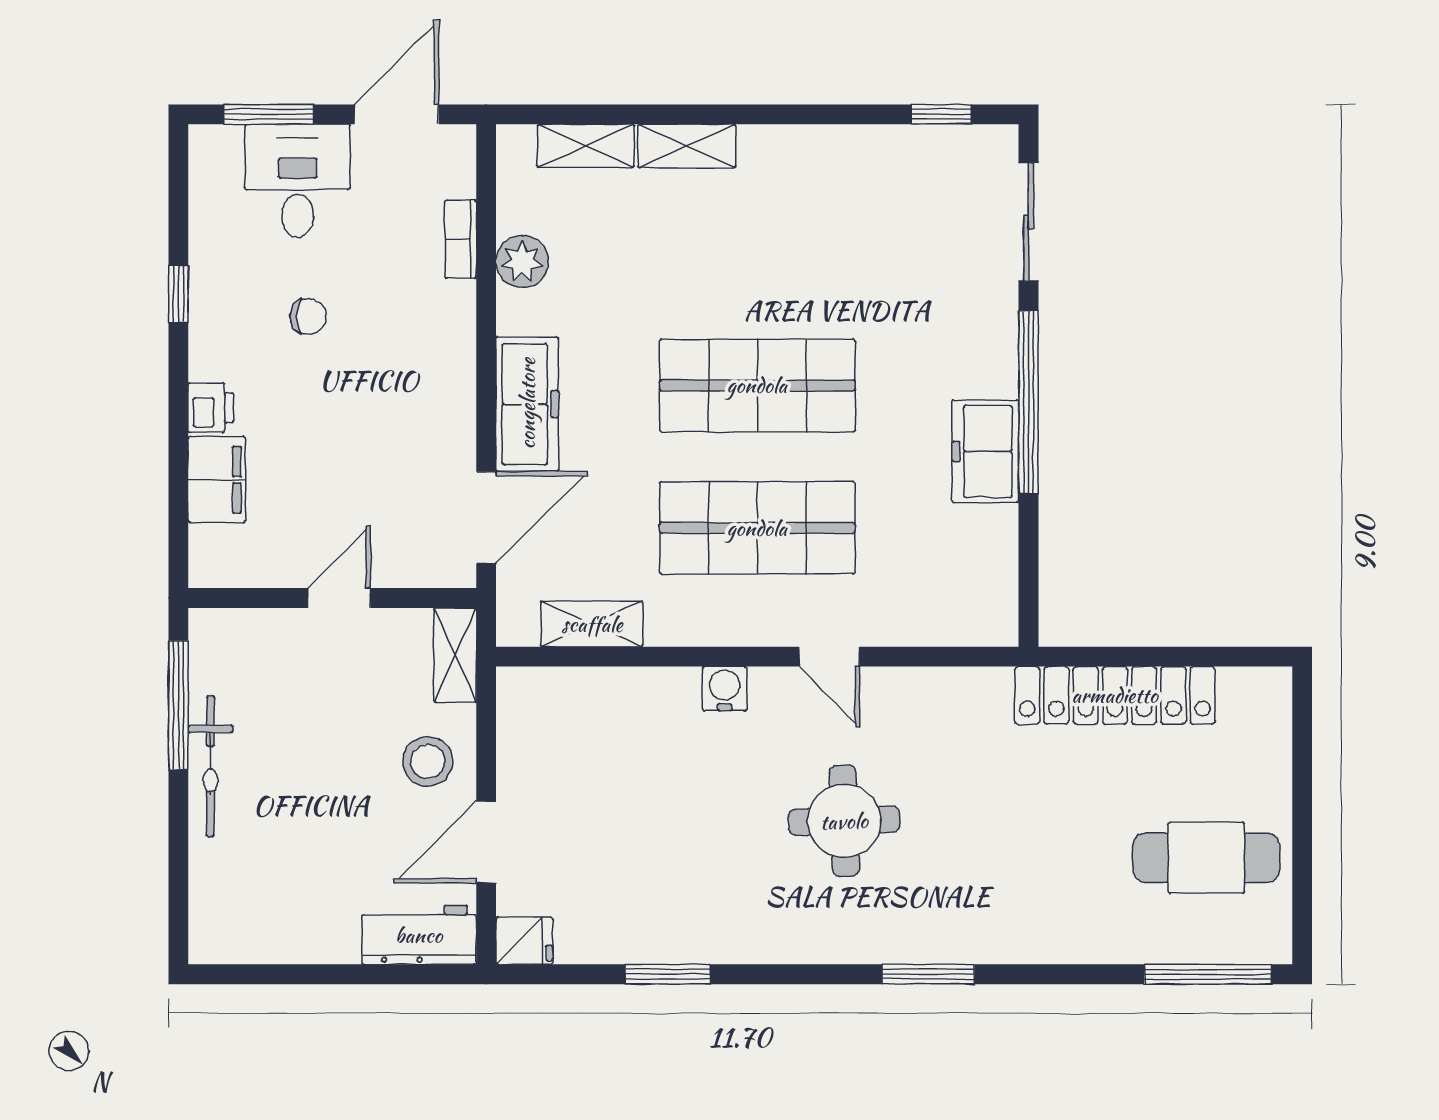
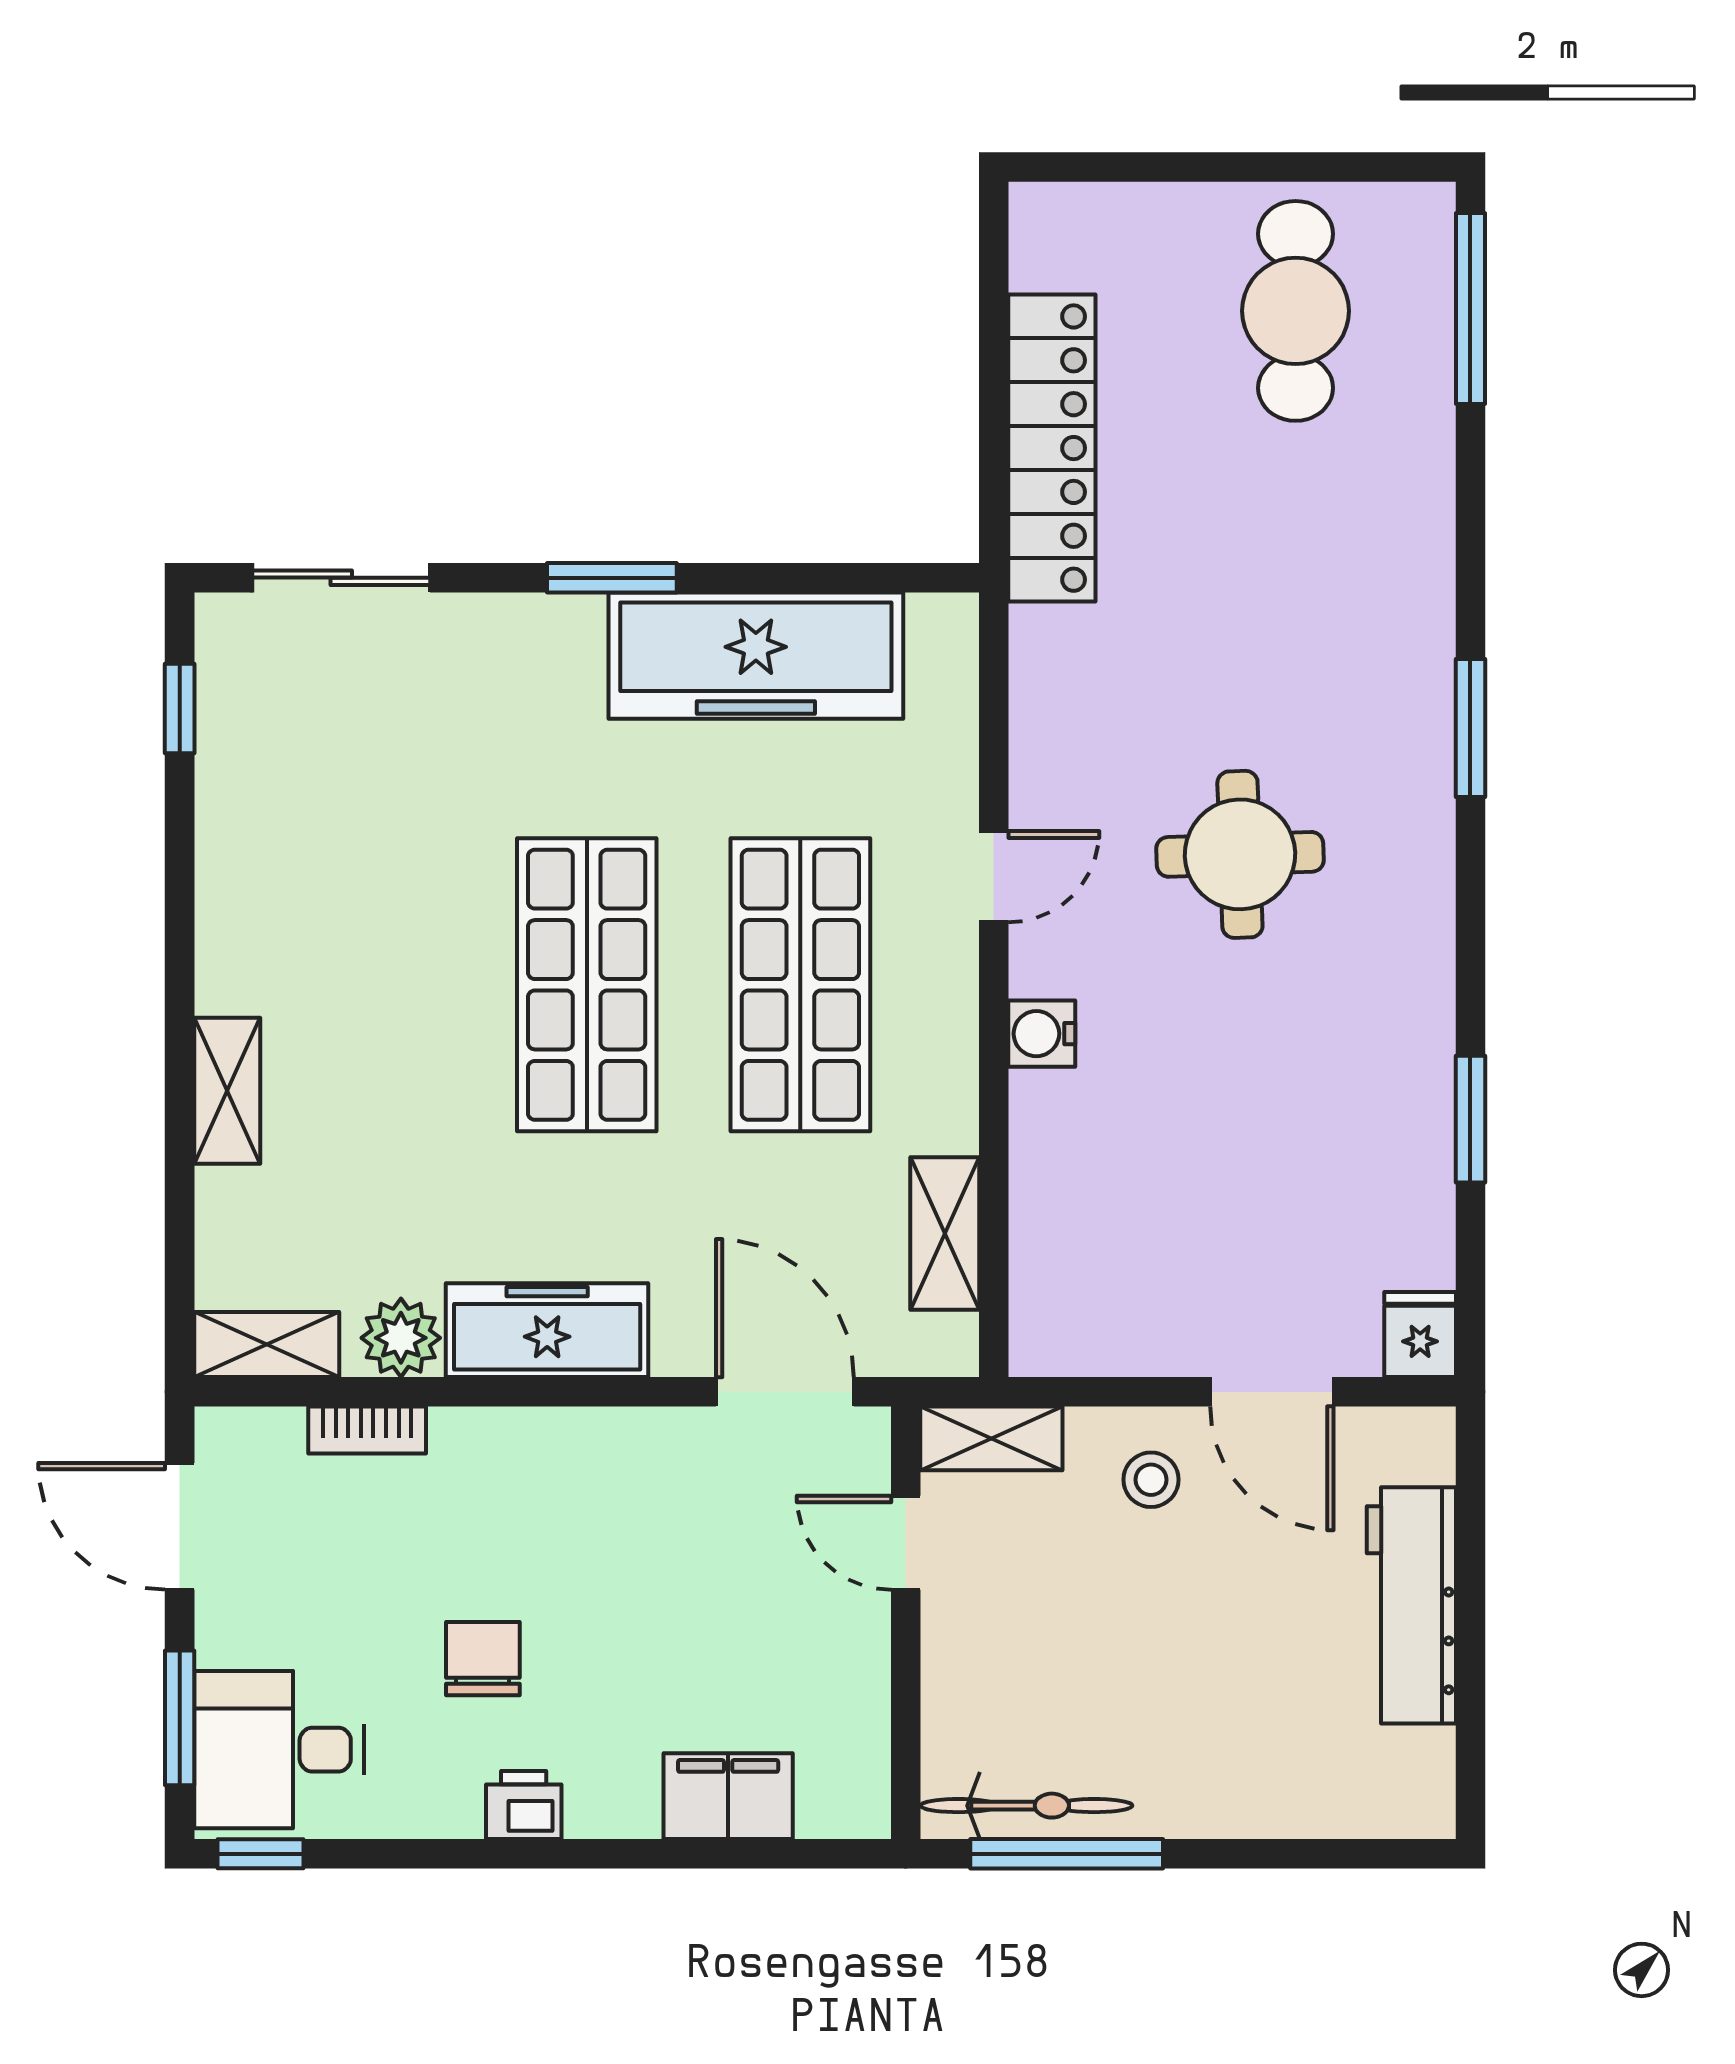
shelving: (586, 146) -> (267, 1345), moved, turned 90
desk: (298, 181) -> (279, 1750), moved
window: (178, 294) -> (261, 1854), moved
chair: (308, 316) -> (483, 1659), width x1.37, depth x1.37
window: (1029, 402) -> (612, 578), width x0.47
freezer: (527, 404) -> (547, 1330), moved
printer: (211, 408) -> (524, 1805), moved
freezer: (985, 451) -> (756, 656), width x1.91, depth x1.26
door: (339, 598) -> (906, 1543), moved
stool: (428, 761) -> (1151, 1480), width x0.73, depth x0.73
bicycle: (210, 766) -> (1026, 1806), moved
workbench: (419, 935) -> (1411, 1605), moved, width x1.38

